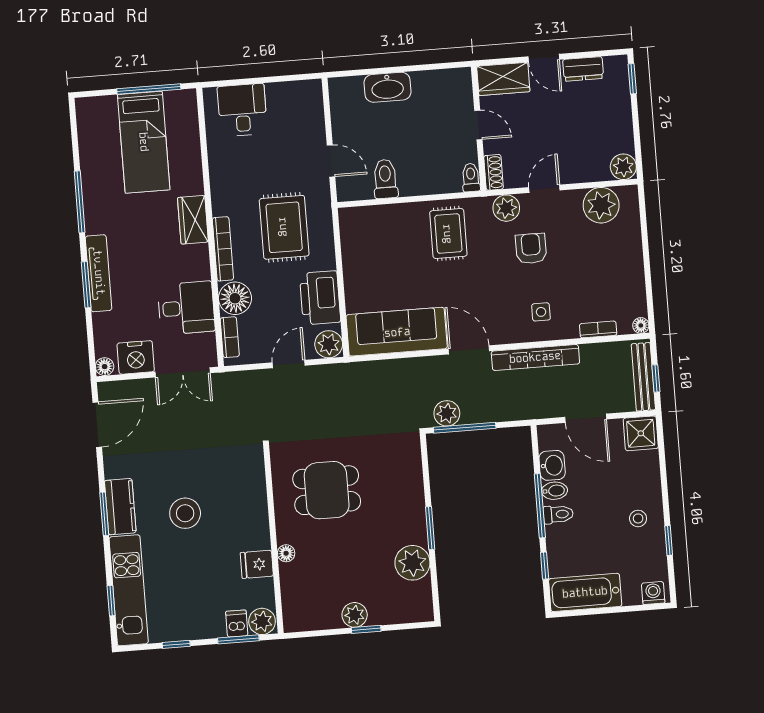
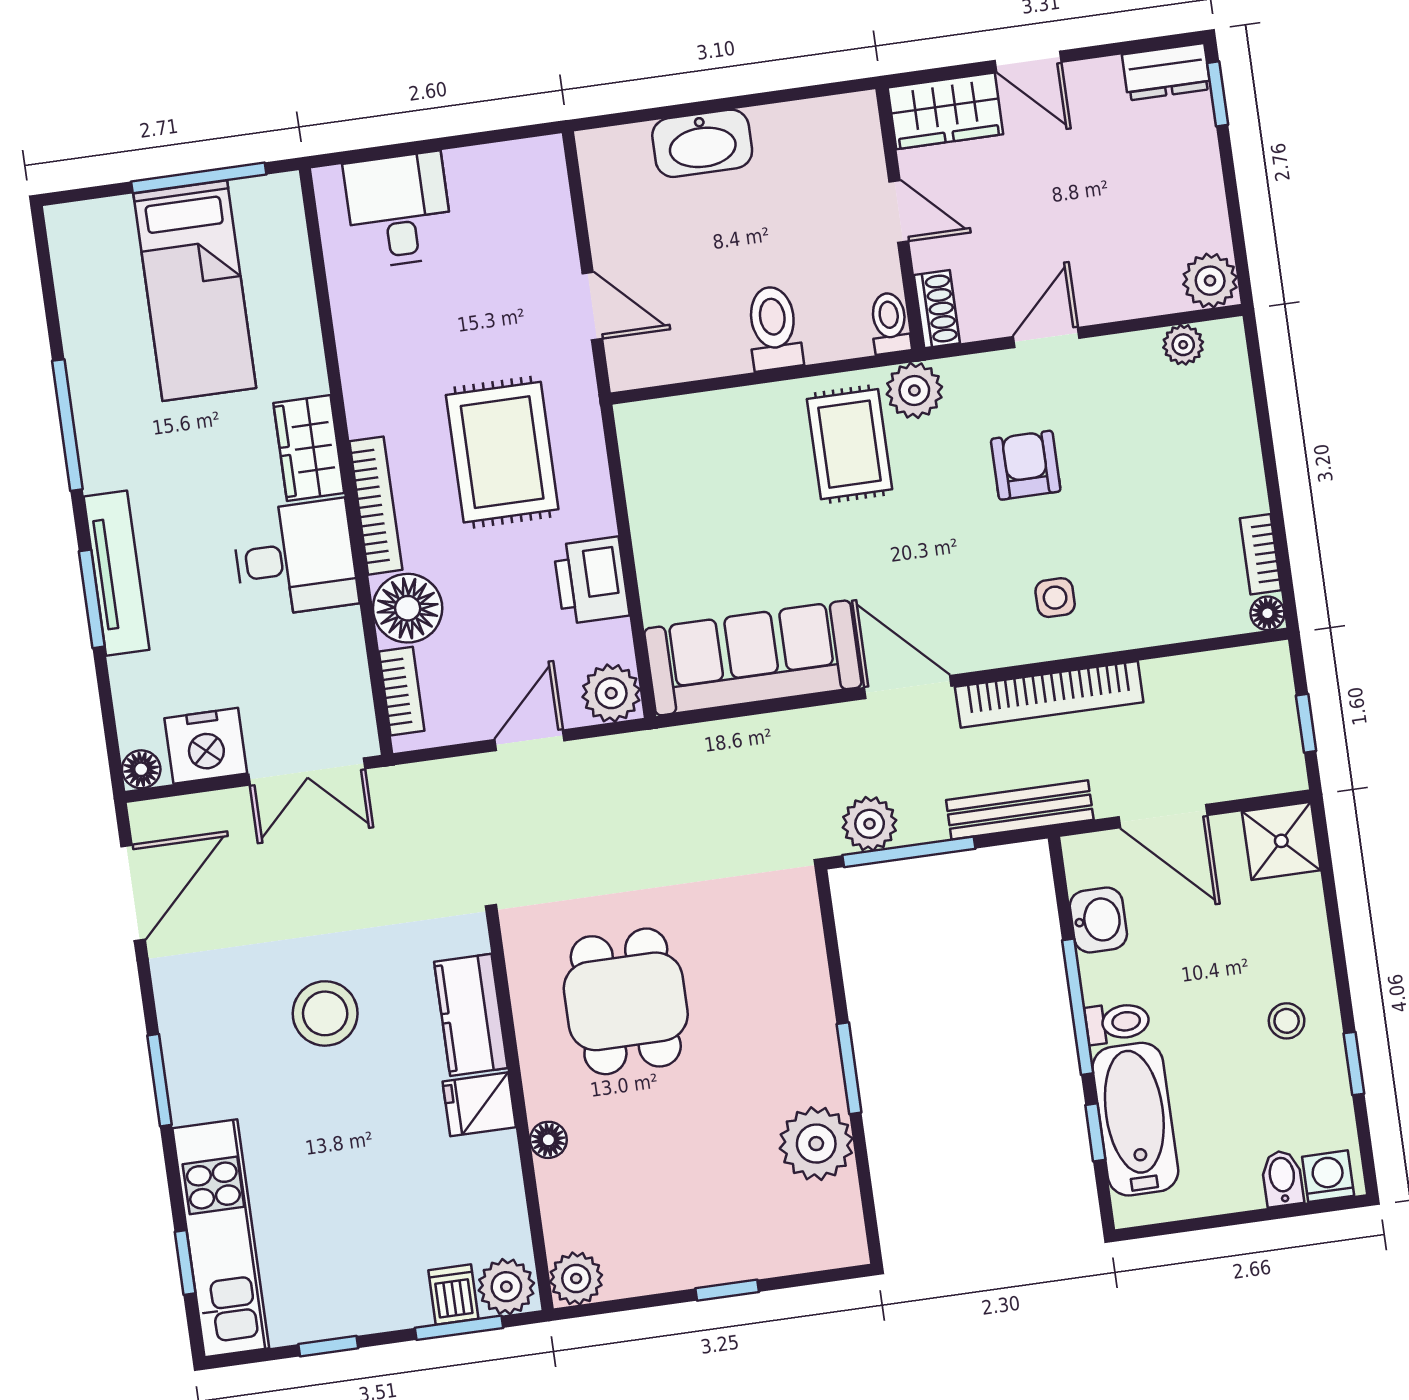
dresser: (583, 69) -> (1166, 72), moved
toilet: (385, 179) -> (774, 328), moved
plant: (601, 205) -> (1183, 345), width x0.53, depth x0.53
plant: (506, 208) -> (914, 390), moved
printer: (320, 298) -> (591, 580), width x0.73, depth x0.84
desk: (186, 308) -> (295, 558), moved
bookcase: (598, 329) -> (1261, 554), moved, turned -90
bench: (643, 377) -> (1020, 810), moved, turned 90
dining table: (327, 490) -> (626, 1001), turned 90
bidet: (554, 491) -> (1282, 1178), moved, turned -90
kitchen counter: (120, 507) -> (471, 1015), moved, turned 180
stool: (185, 513) -> (325, 1013), moved
fridge: (257, 564) -> (479, 1104), moved
bathtub: (585, 592) -> (1135, 1119), moved, turned 90
plant: (355, 615) -> (576, 1278), moved

